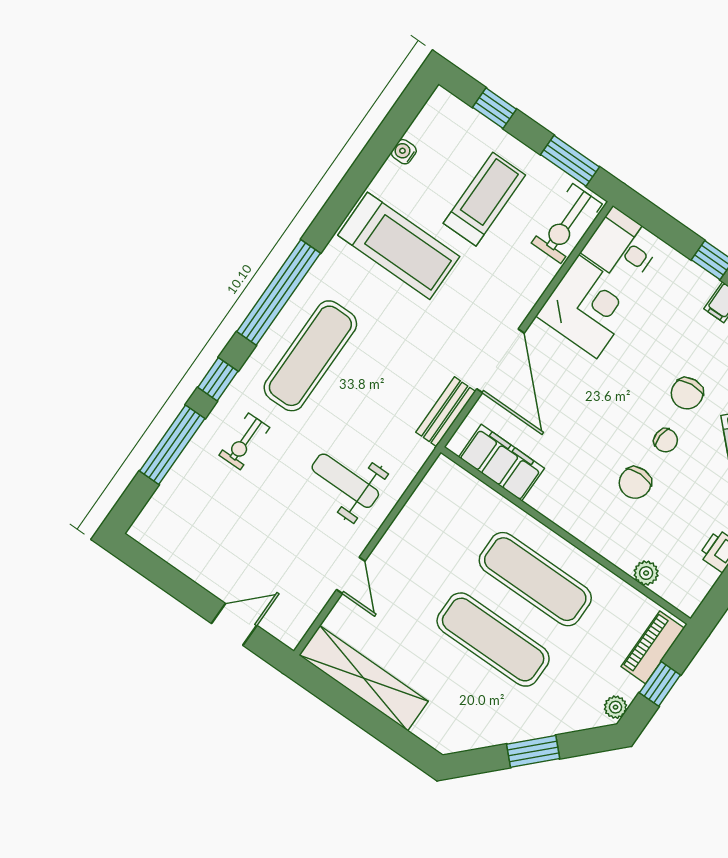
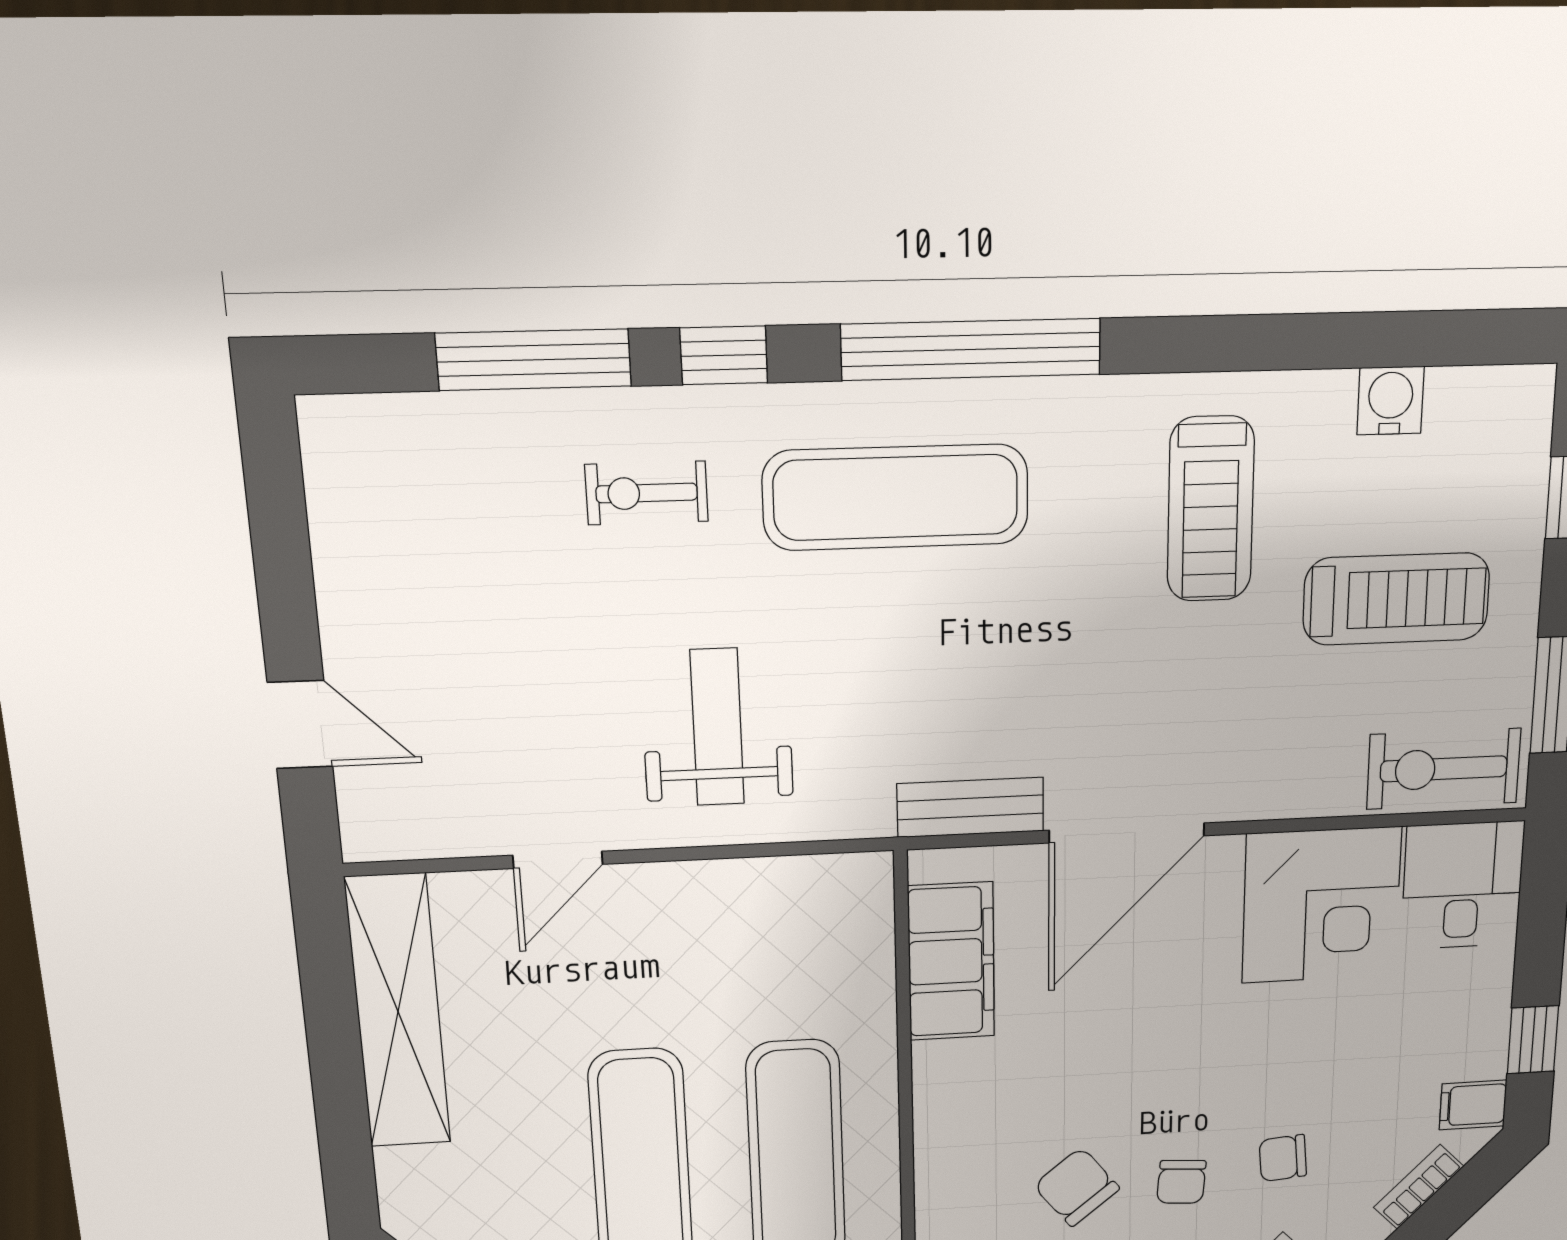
water cooler: (404, 152) -> (1390, 401), width x1.38, depth x1.38
treadmill: (399, 246) -> (1211, 509), width x0.73, depth x0.73
chair: (687, 393) -> (1283, 1158), width x0.73, depth x0.73
chair: (635, 483) -> (1077, 1187), turned 51

